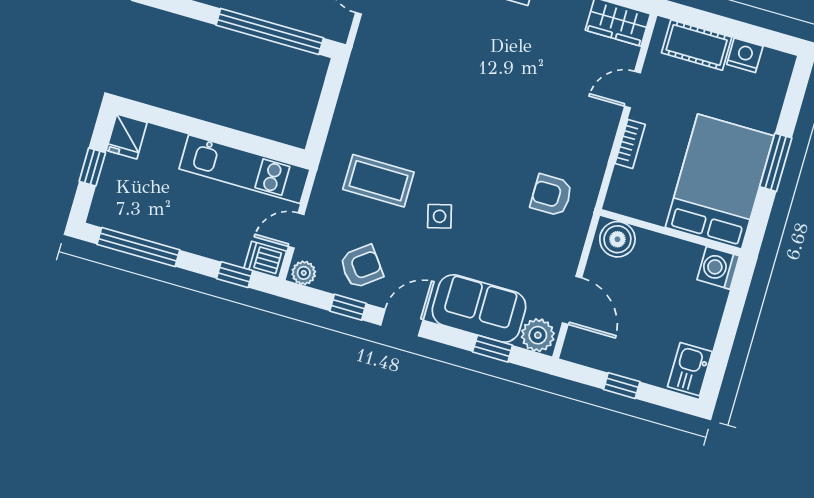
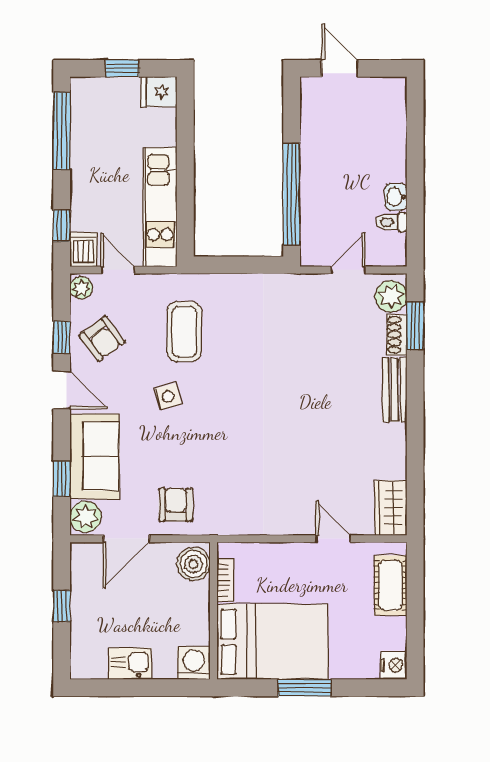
nightstand: (745, 55) -> (394, 665), moved
bookcase: (630, 144) -> (225, 580), moved, turned -90
armchair: (551, 195) -> (176, 505), moved
kitchen sink: (690, 369) -> (130, 664), moved

